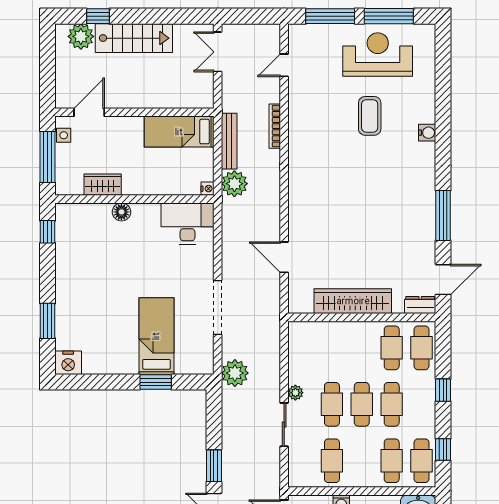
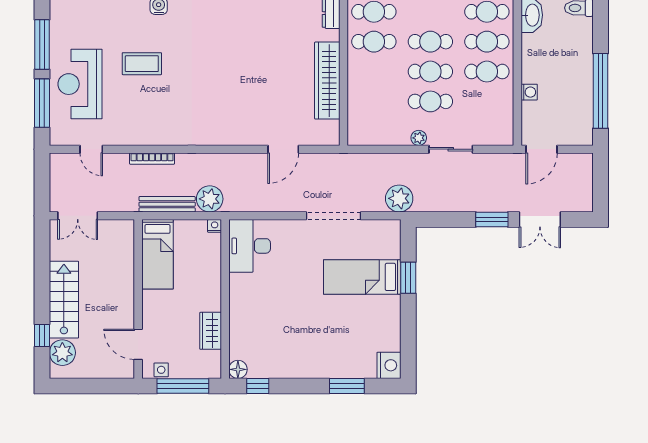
reception desk: (378, 55) -> (80, 84), moved
floor lamp: (121, 212) -> (238, 369), moved
cafe table: (332, 461) -> (487, 72), moved

